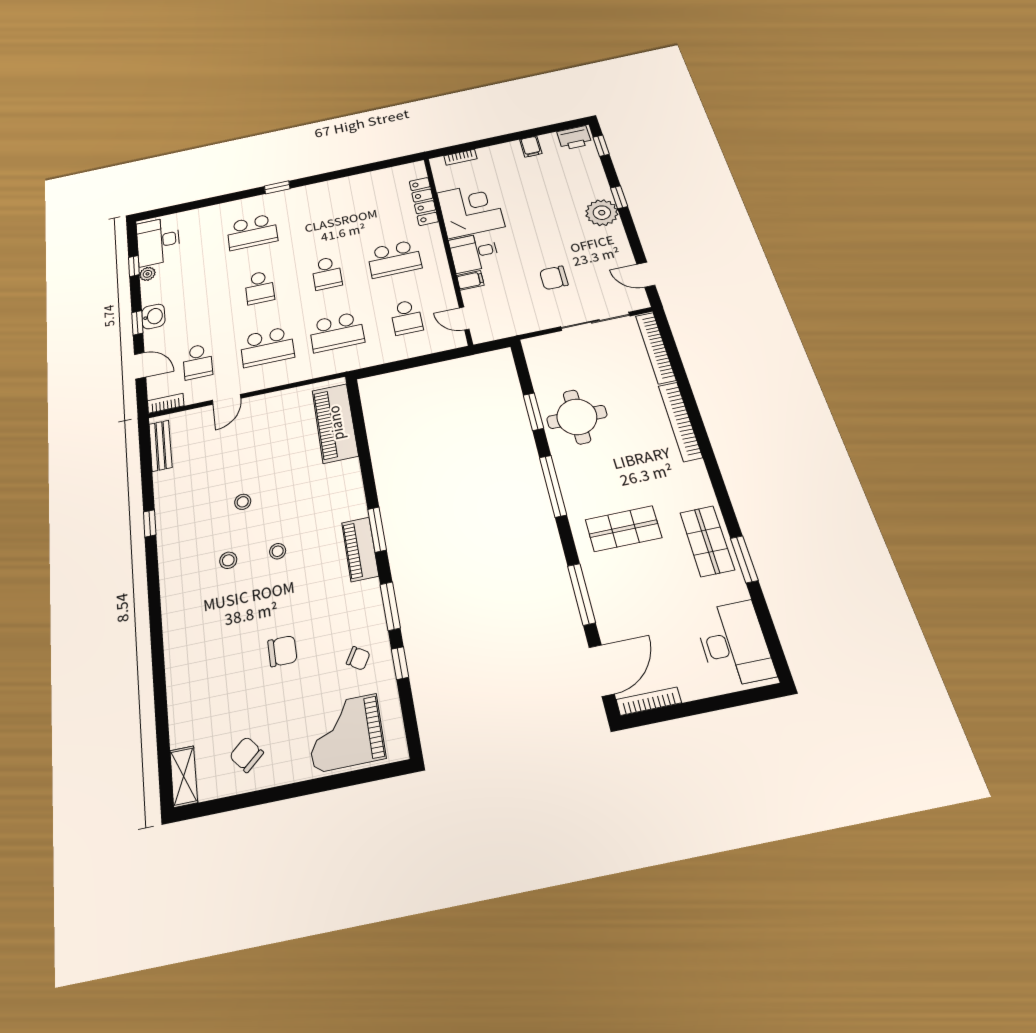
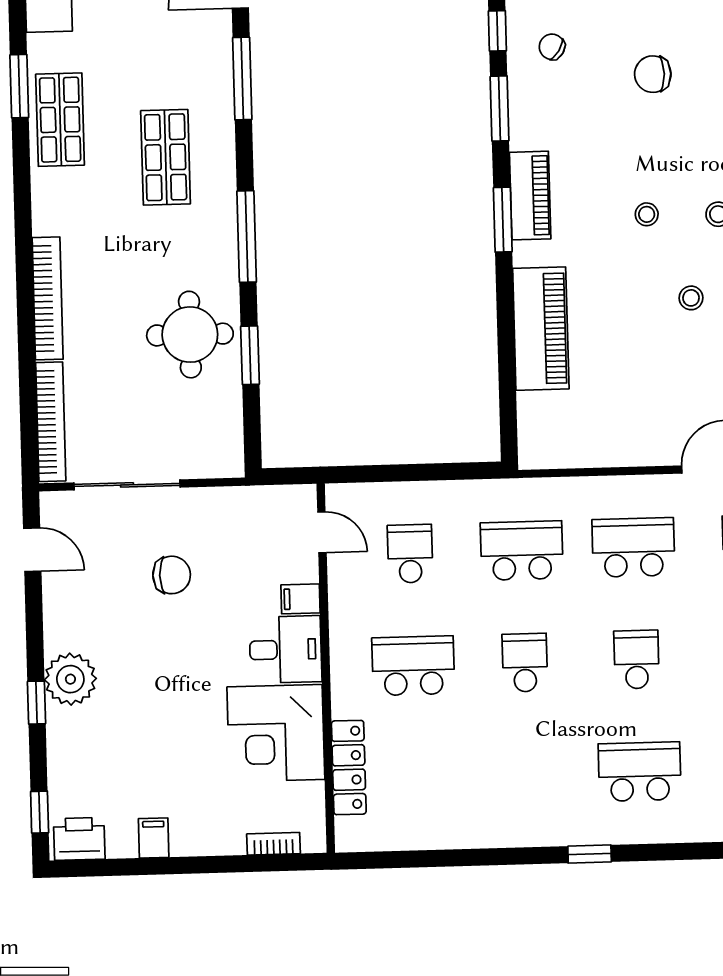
piano: (335, 423) -> (541, 329), moved
shop shelf: (623, 529) -> (166, 157), turned 90

